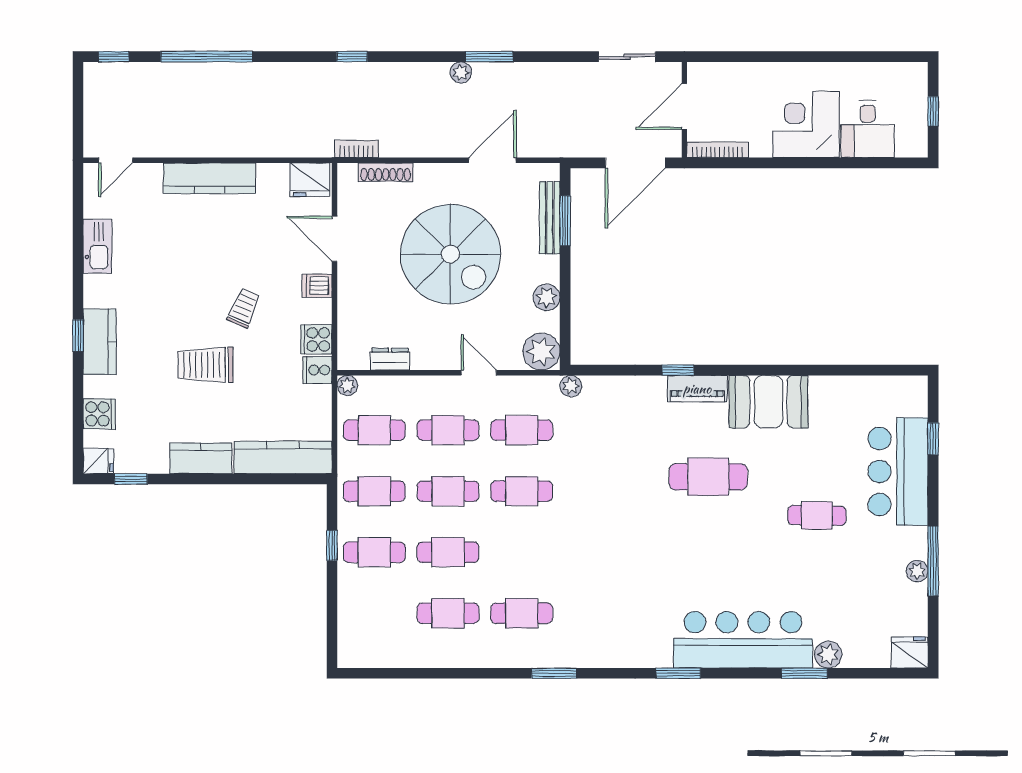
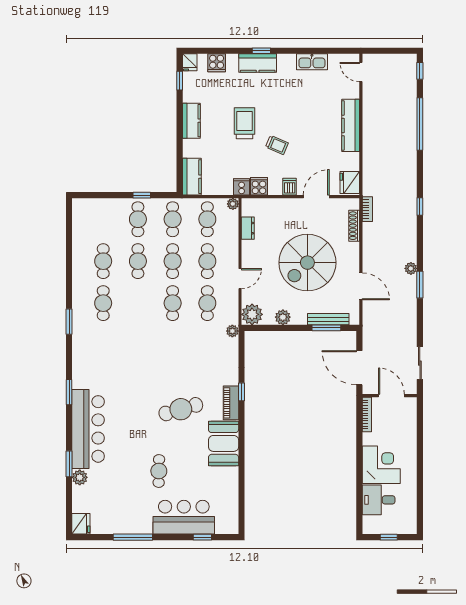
kitchen counter: (283, 457) -> (192, 177), width x0.67
cafe table: (708, 477) -> (181, 409), turned 74
plant: (917, 571) -> (127, 528), removed

